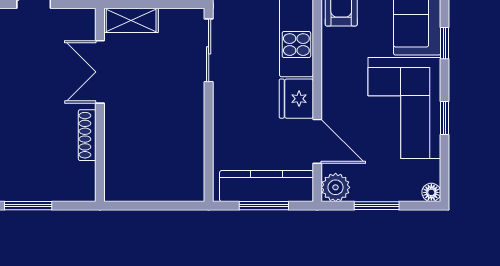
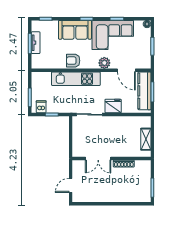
shelving: (131, 20) -> (146, 139), moved
fridge: (296, 99) -> (113, 106), moved, turned 180
door: (317, 141) -> (126, 70), swing flipped
plant: (336, 187) -> (104, 63), moved

